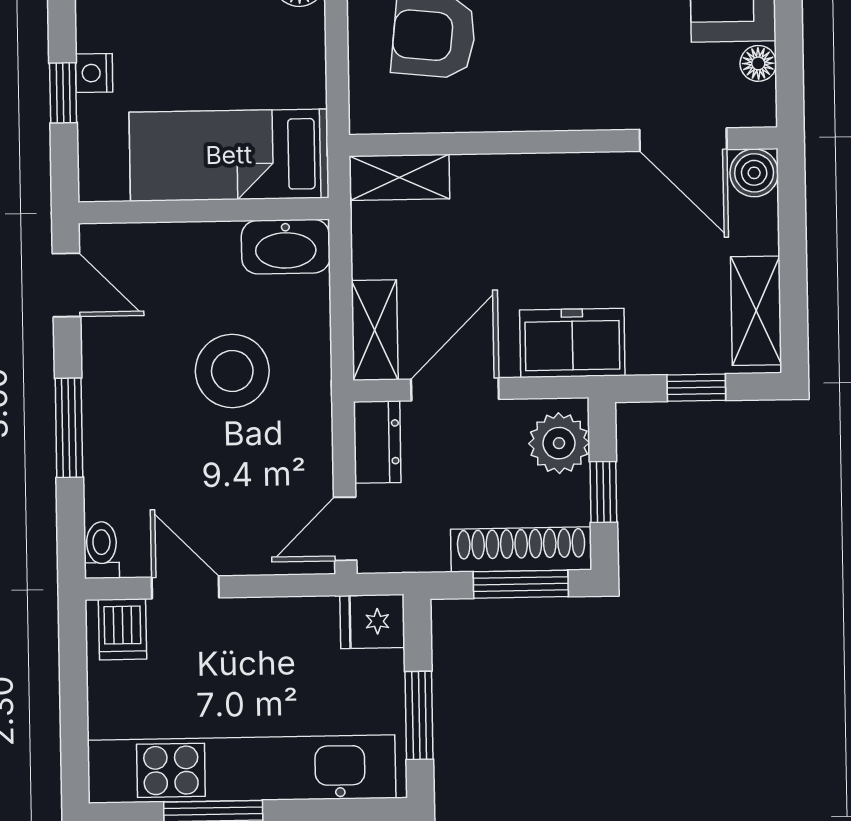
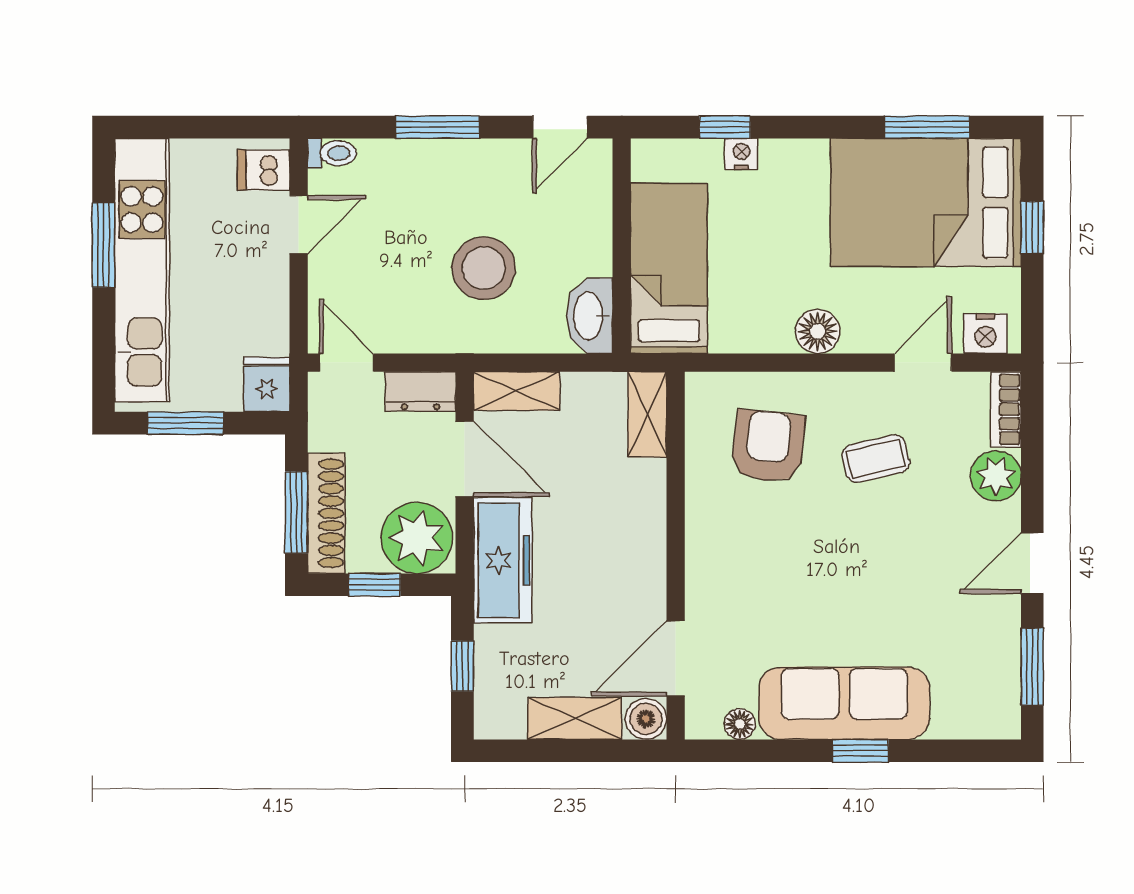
shelving: (756, 311) -> (575, 718), moved
freezer: (572, 343) -> (503, 560), width x1.40
plant: (559, 443) -> (417, 538), width x1.36, depth x1.36

